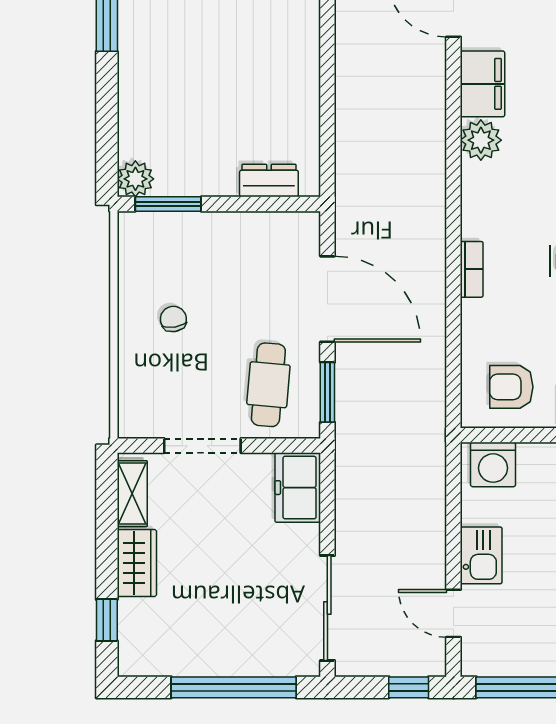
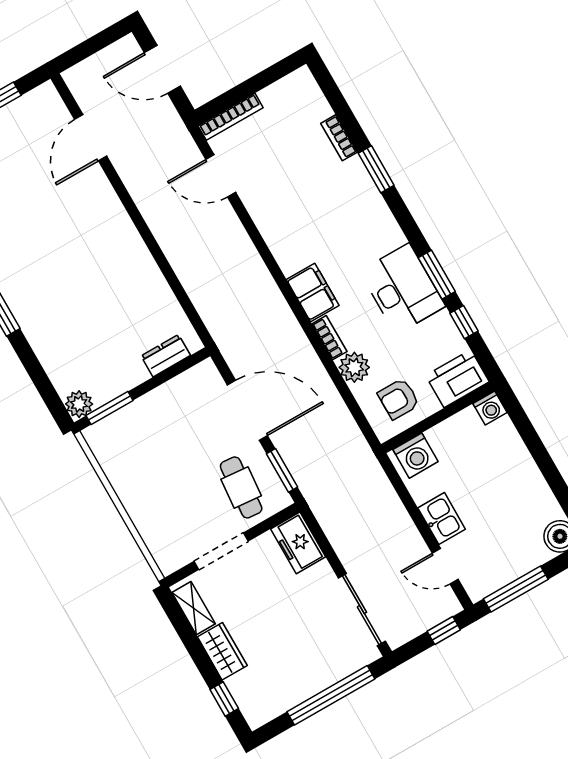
filing cabinet: (483, 84) -> (313, 293), moved
plant: (481, 140) -> (354, 367), moved
chair: (173, 319) -> (155, 480), removed

